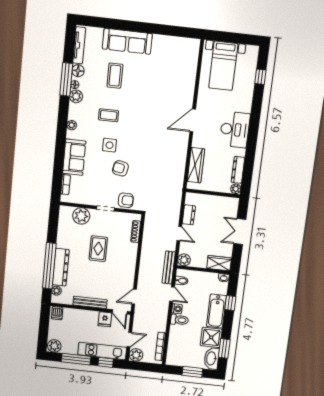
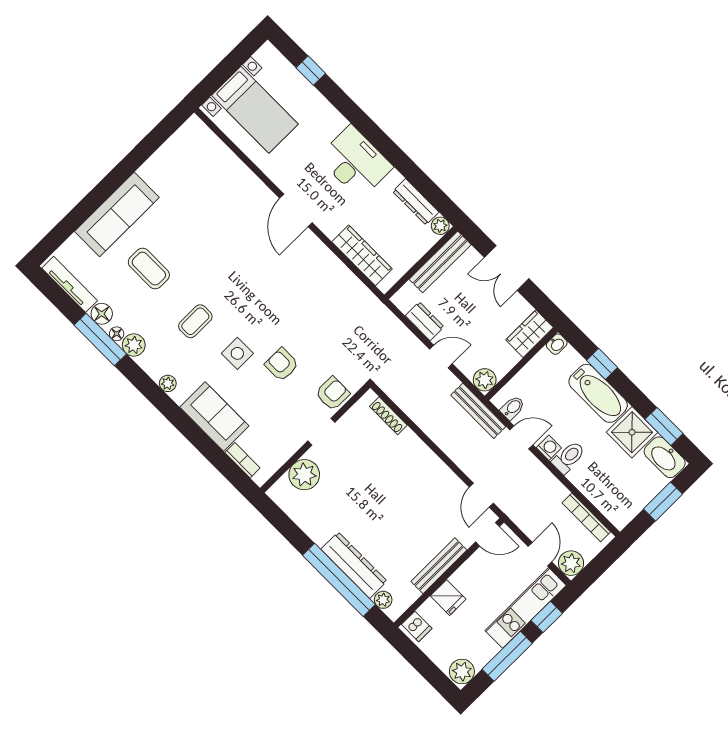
armchair: (120, 168) -> (282, 365), turned 79
bench: (220, 201) -> (440, 262), added
rug: (98, 249) -> (370, 489), removed
fridge: (105, 319) -> (448, 598), moved

